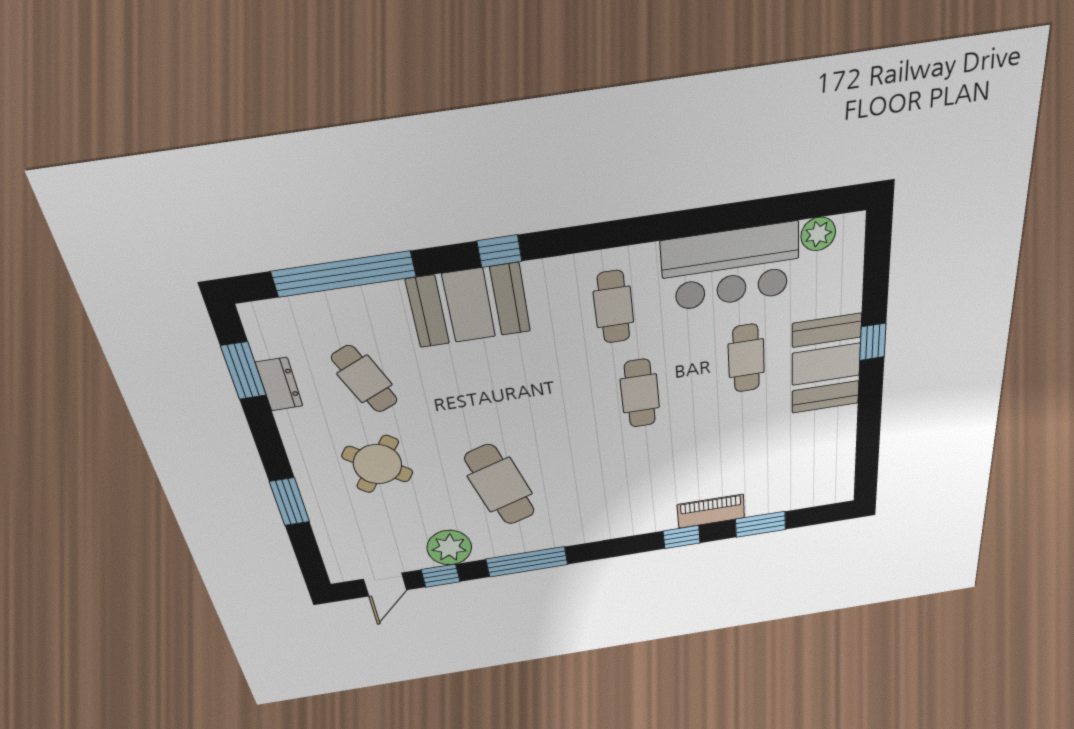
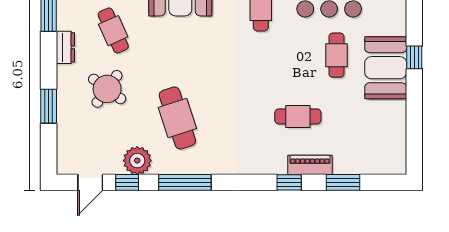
dresser: (279, 384) -> (65, 47), moved
cafe table: (640, 393) -> (298, 116), moved, turned 90

